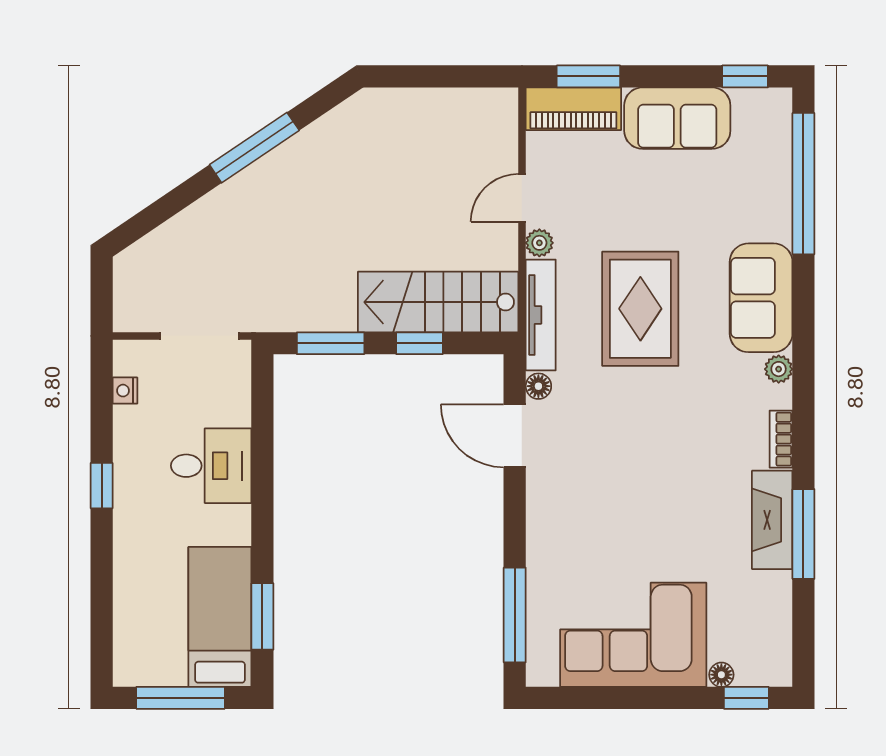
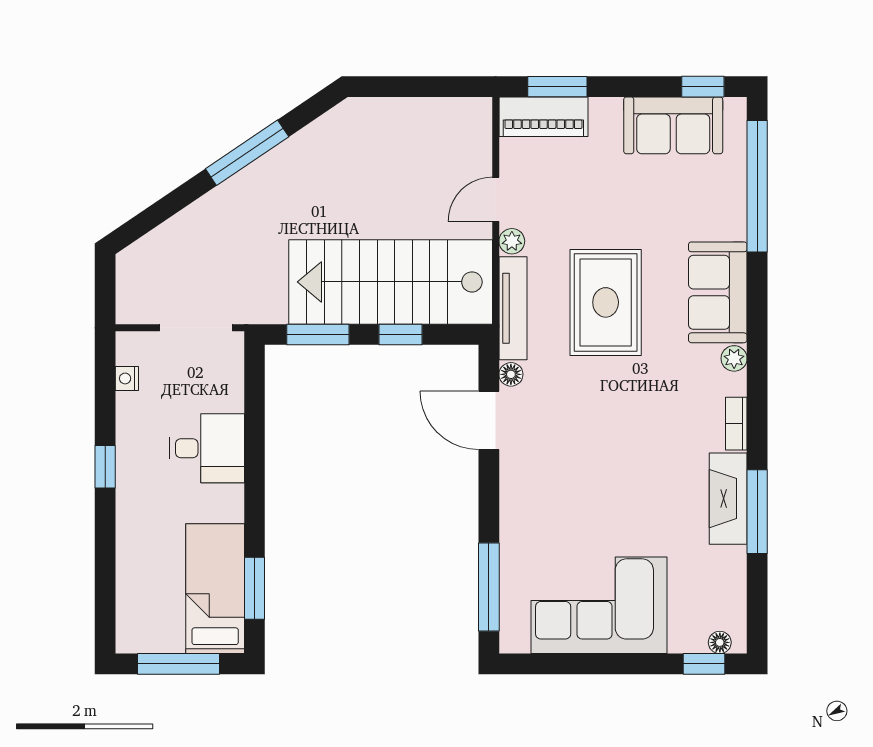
sofa: (677, 118) -> (673, 125), moved
stairs: (438, 302) -> (391, 282), width x1.36, depth x1.51
floor lamp: (721, 675) -> (720, 642), moved

